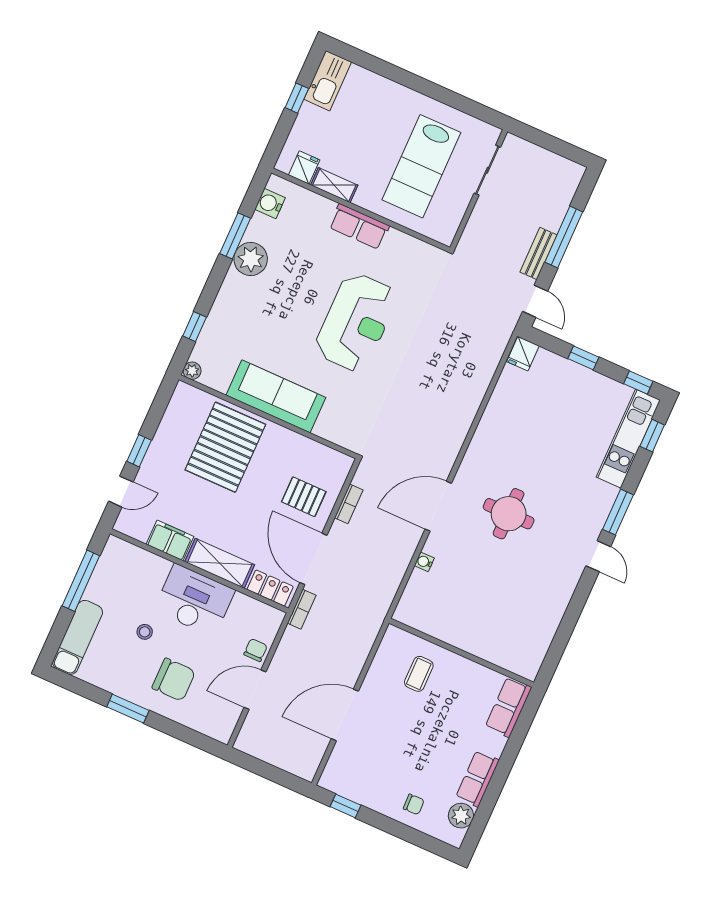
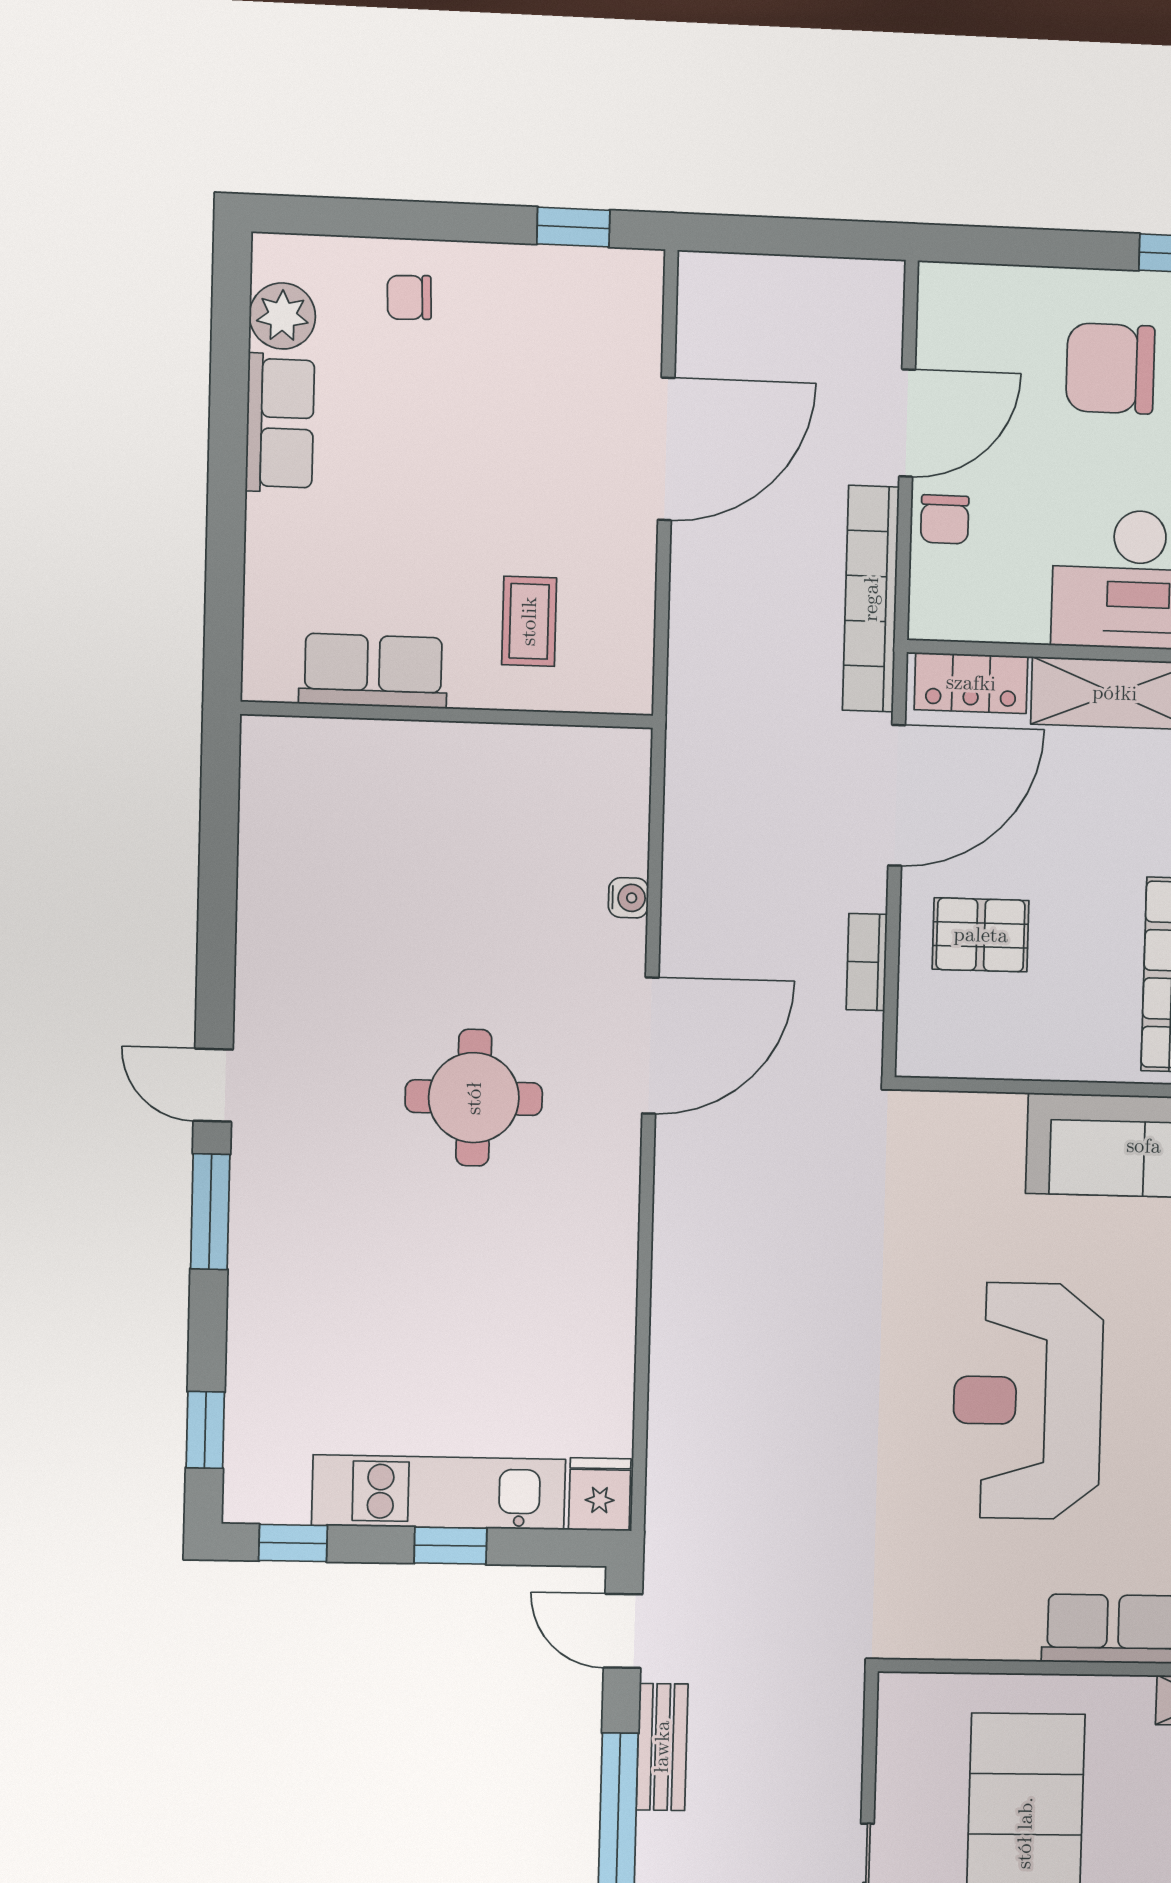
kitchen unit: (628, 439) -> (439, 1492), moved, turned -90
door: (313, 559) -> (897, 795), hinge flipped
bookcase: (302, 609) -> (871, 599), width x2.31, depth x1.31
row of seats: (508, 707) -> (373, 671), moved, turned -90

